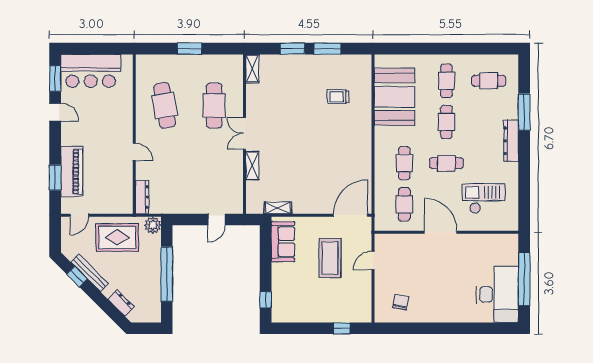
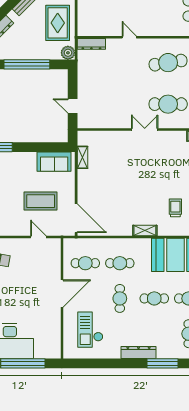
door: (134, 152) -> (129, 37), swing flipped
shelving: (252, 166) -> (145, 230), moved
checkout: (484, 198) -> (90, 330), turned 180

